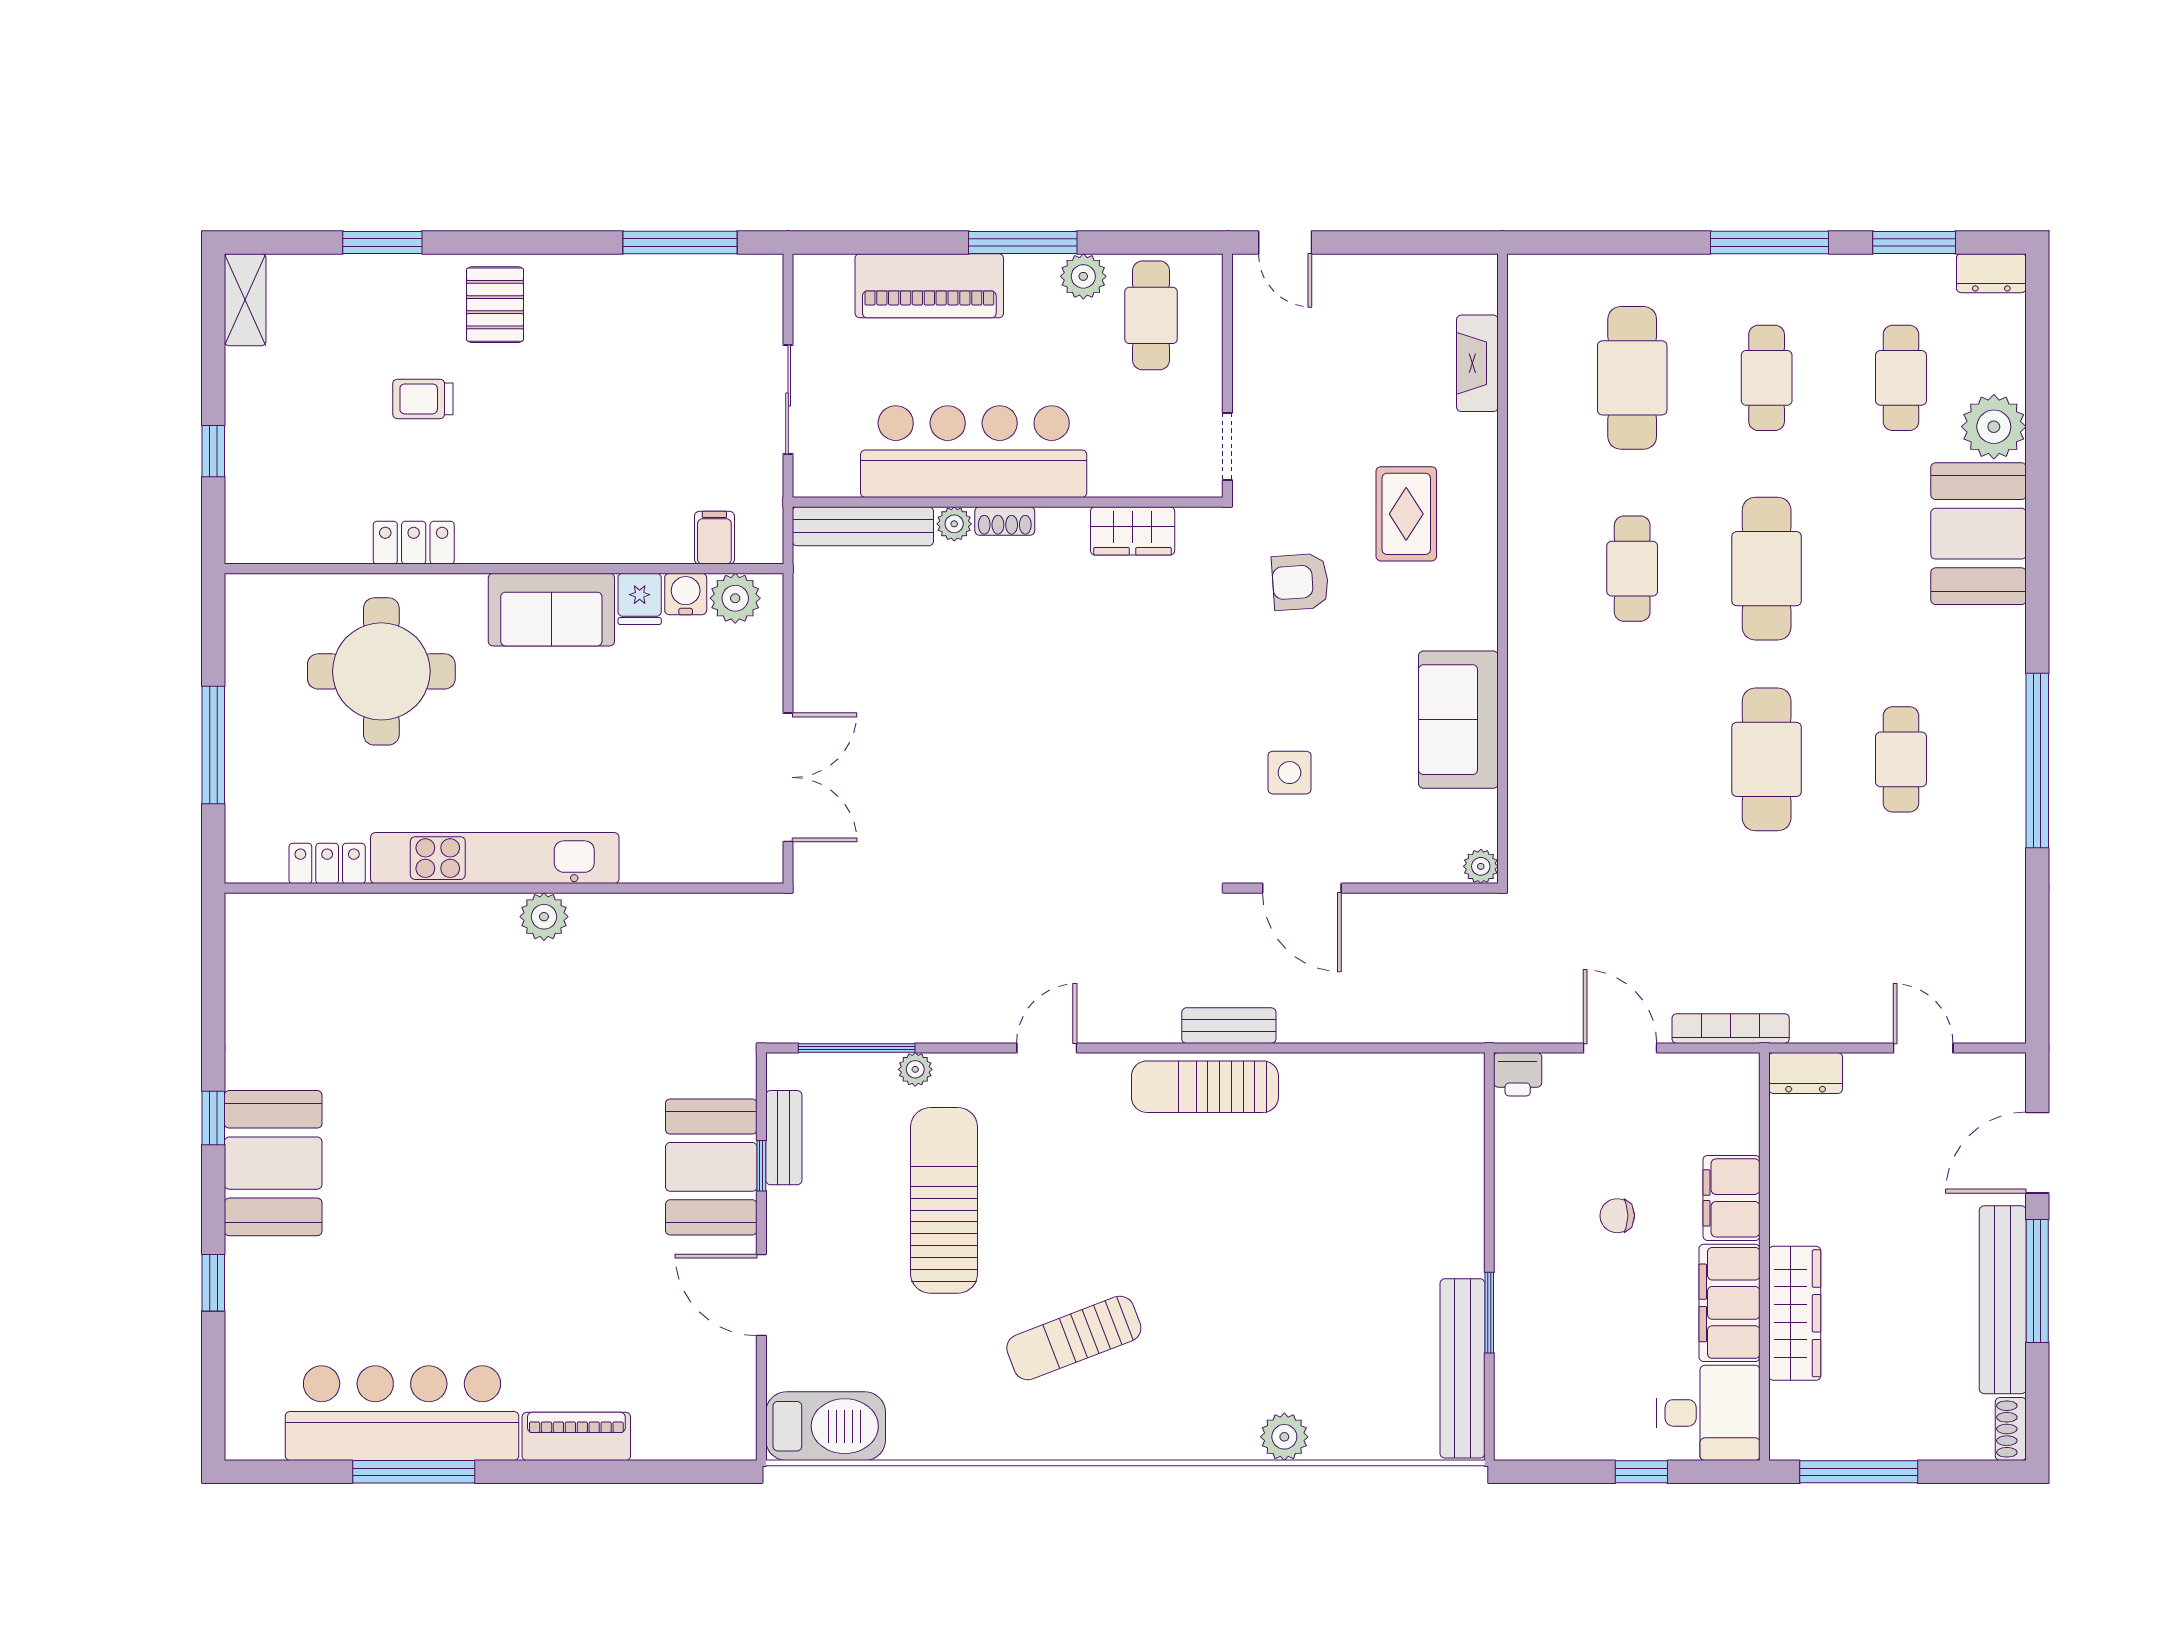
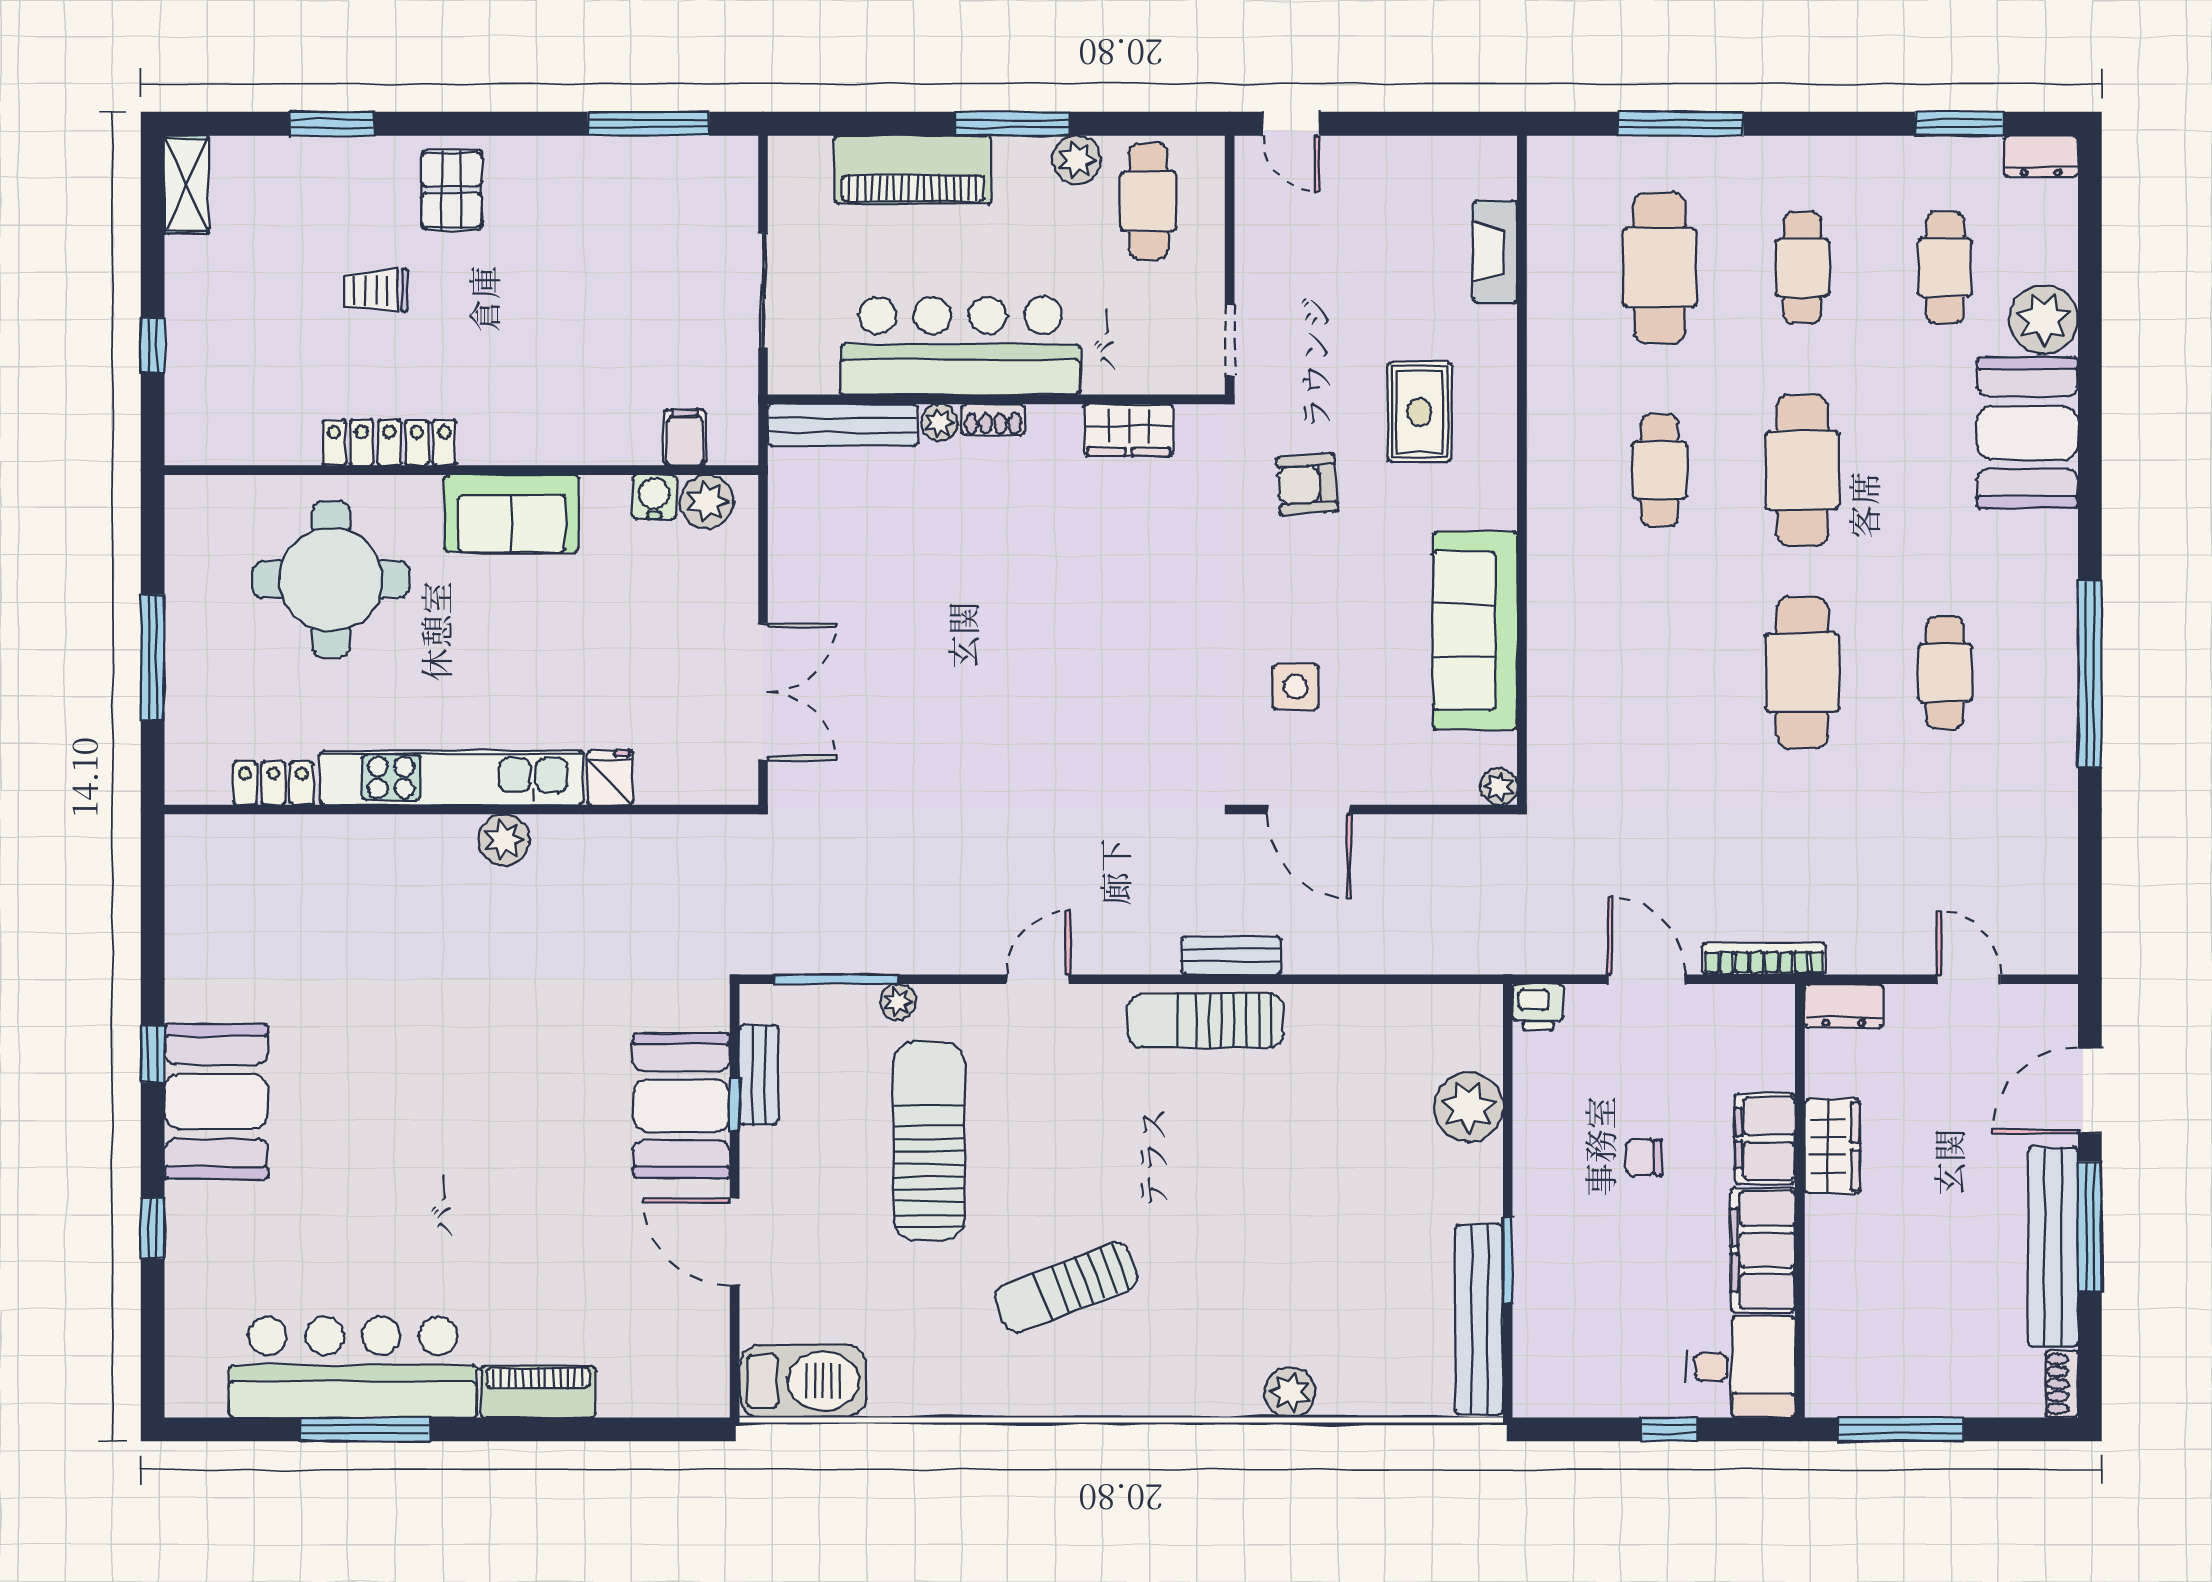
window: (1770, 242) -> (1681, 124), moved
locker: (414, 543) -> (389, 443), width x1.53
fridge: (640, 599) -> (610, 777), moved, turned 180
sofa: (1458, 720) -> (1475, 631), width x1.36
plant: (1452, 1168) -> (1469, 1107), added
wardrobe: (1795, 1313) -> (1832, 1146), moved, width x0.67

